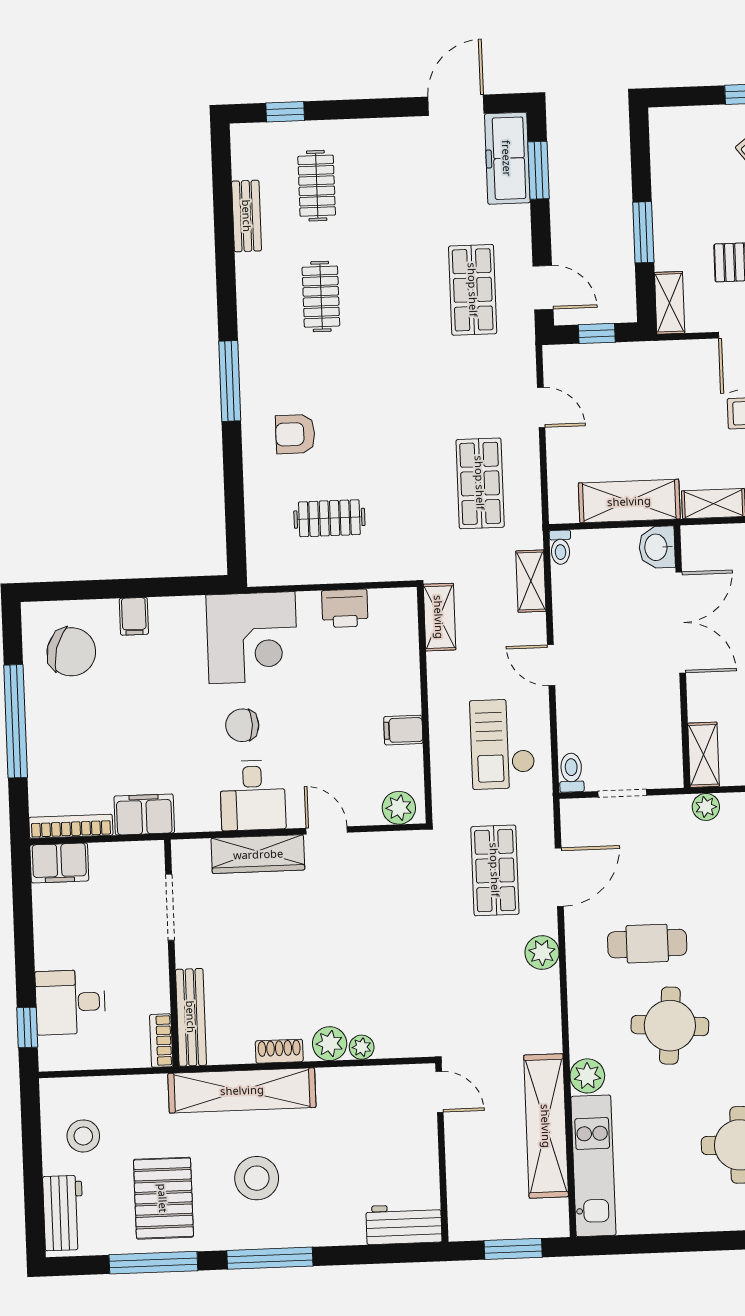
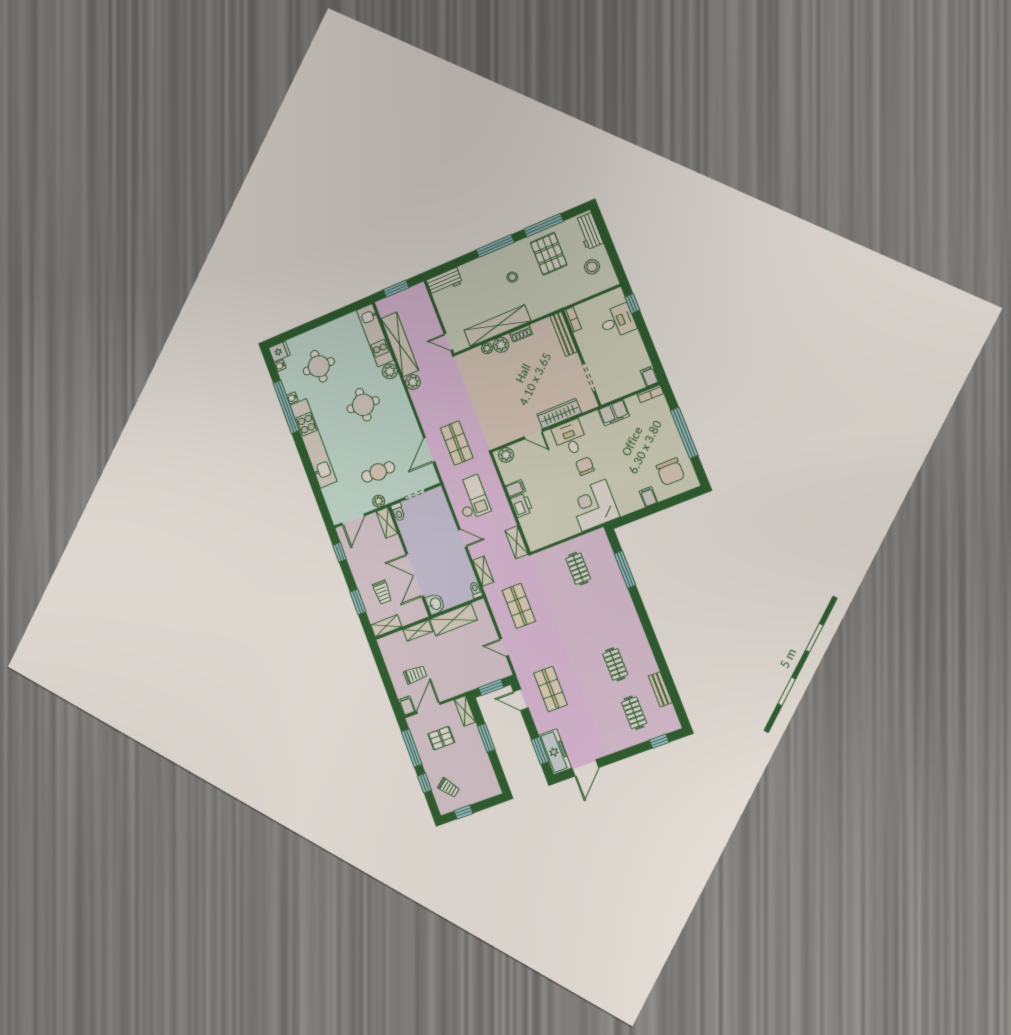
window: (597, 333) -> (491, 687), width x1.50
window: (230, 381) -> (625, 570), moved
armchair: (295, 434) -> (606, 600), removed
clothes rail: (329, 518) -> (578, 569), turned 90
printer: (345, 608) -> (522, 505), moved, turned 90
chair: (71, 652) -> (670, 472), turned -106
chair: (242, 725) -> (585, 466), turned -90
toilet: (571, 773) -> (398, 512), moved
bookcase: (71, 826) -> (650, 394), width x0.64
filing cabinet: (59, 863) -> (650, 376), width x0.50
cafe table: (647, 944) -> (378, 472), moved
plant: (542, 953) -> (413, 382), moved
shelving: (242, 1090) -> (497, 326), moved
stool: (257, 1178) -> (512, 277), width x0.53, depth x0.53

